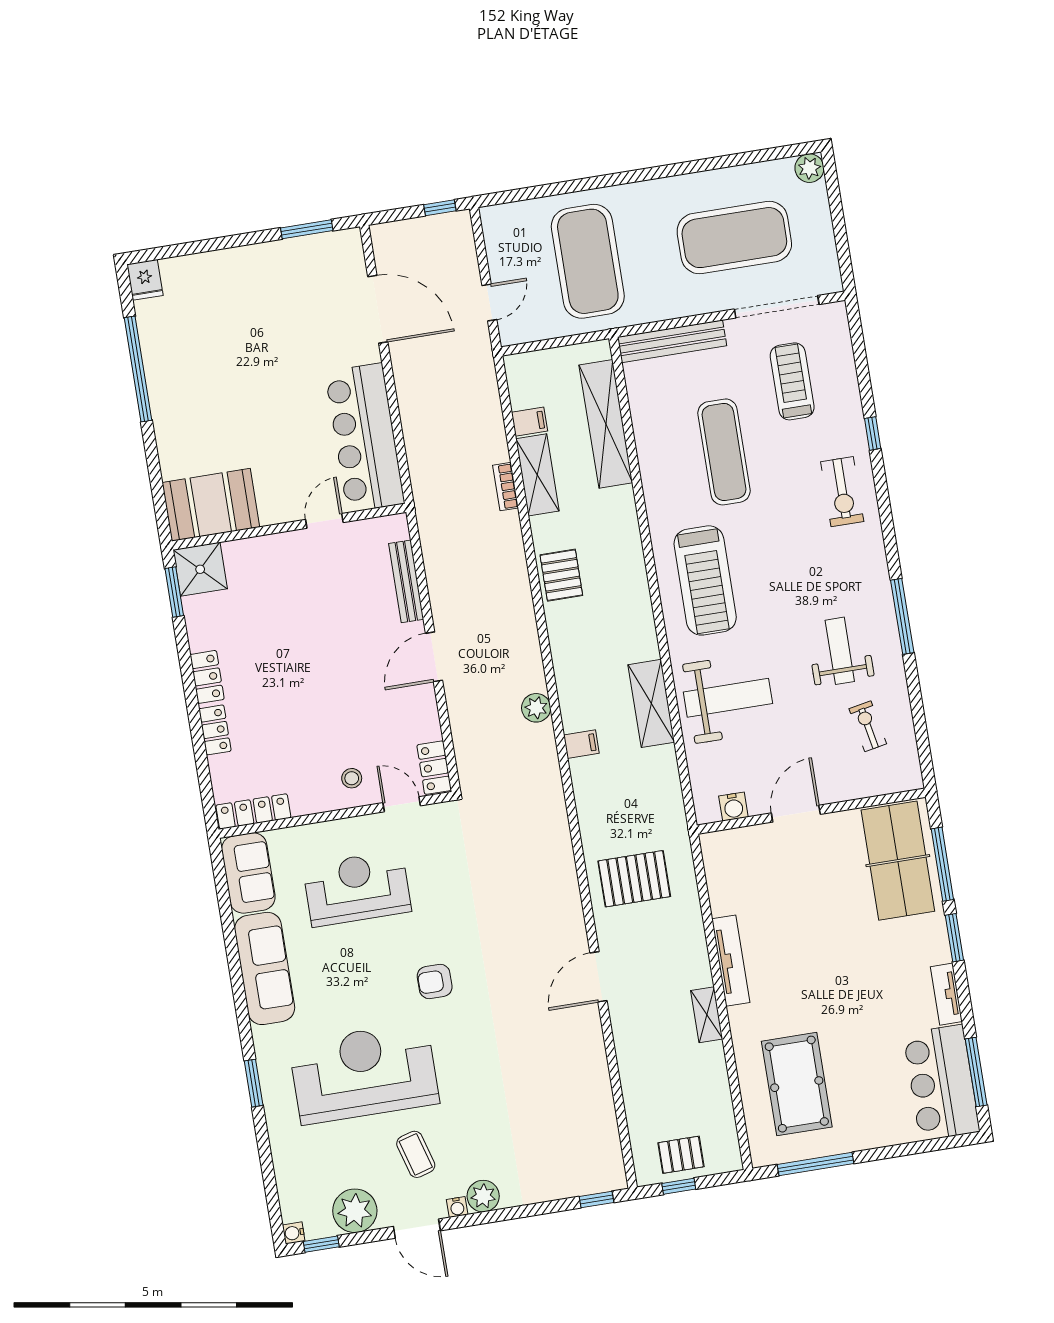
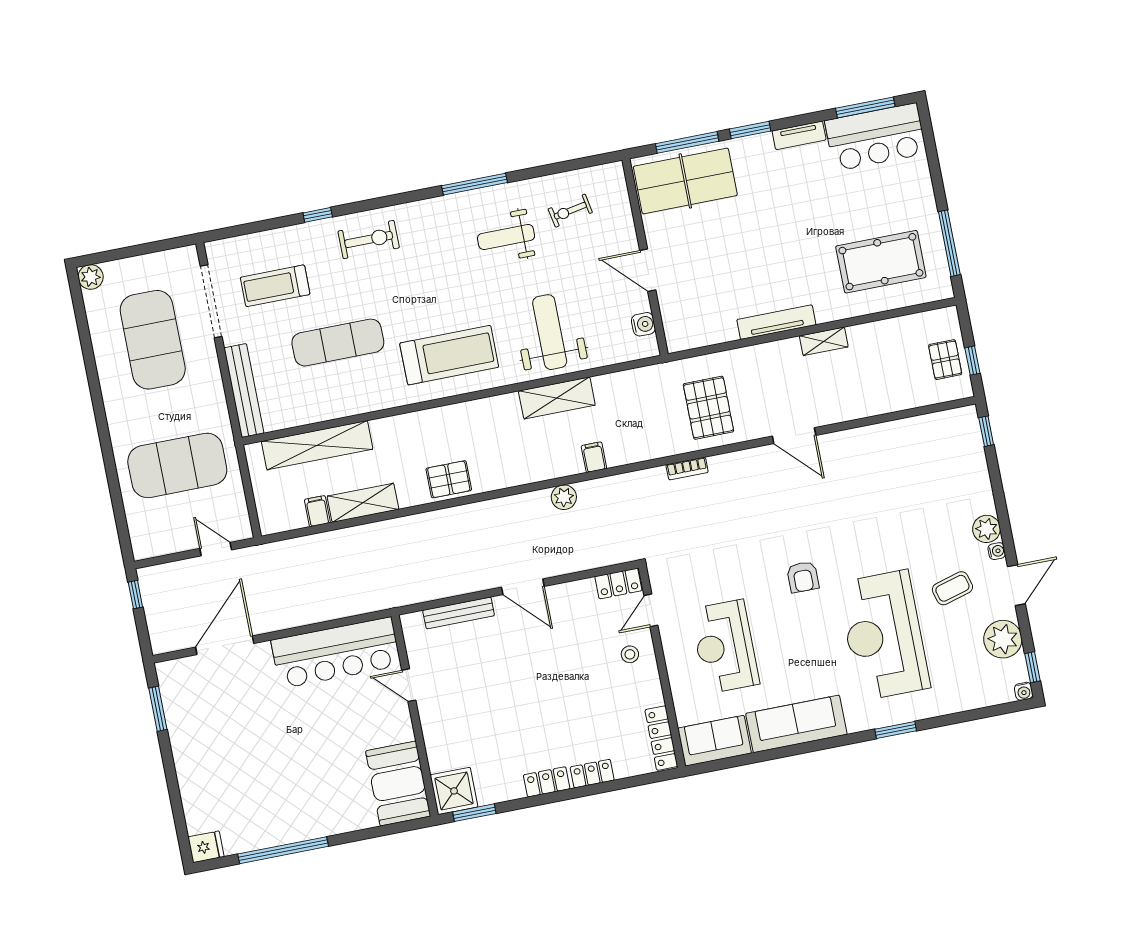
bookcase: (506, 487) -> (687, 469), moved

